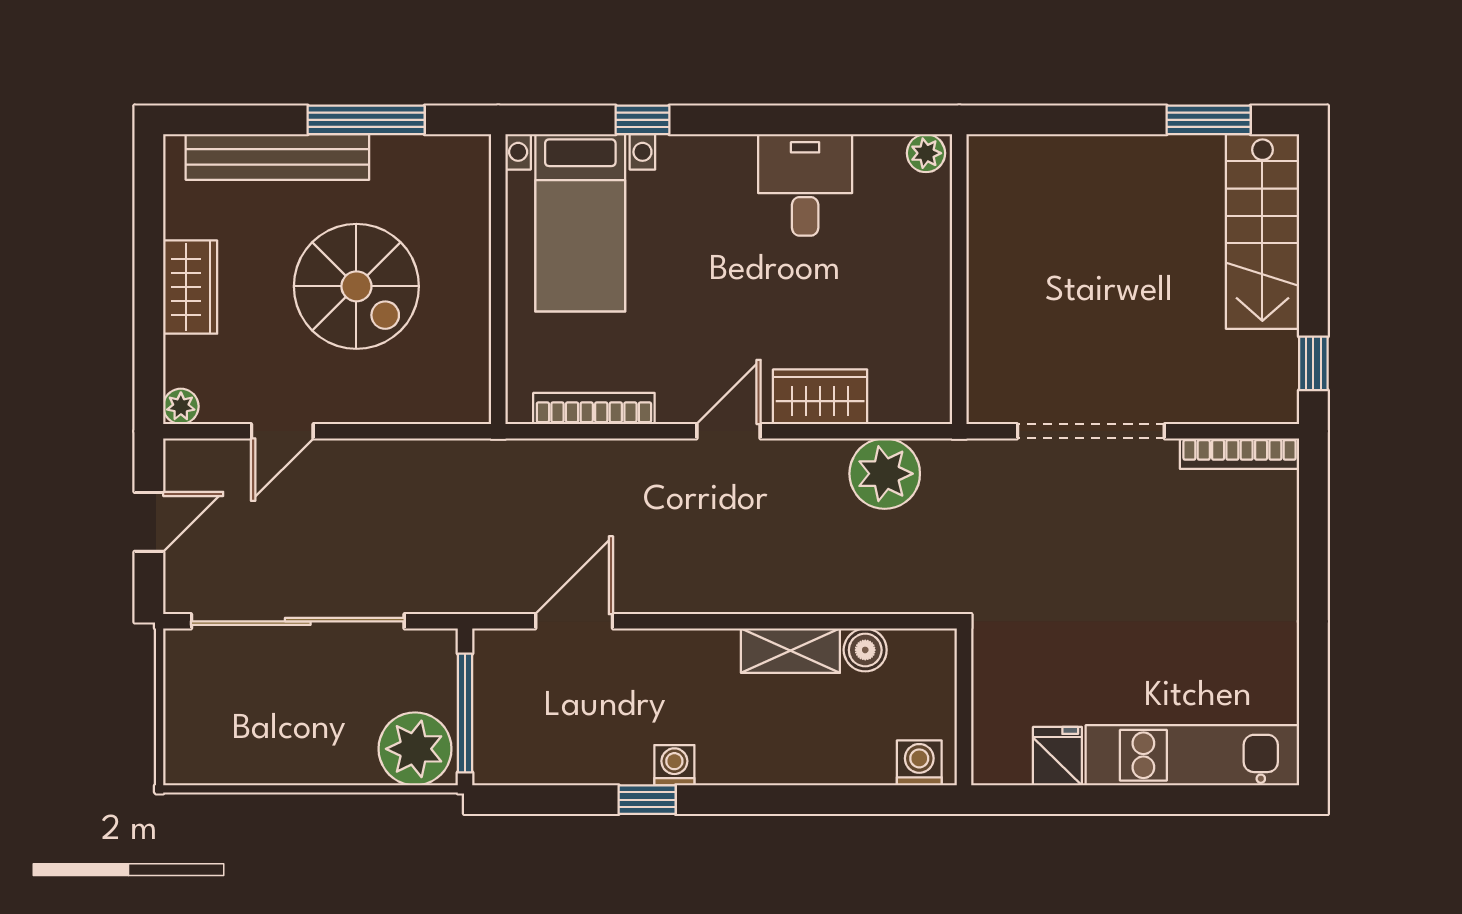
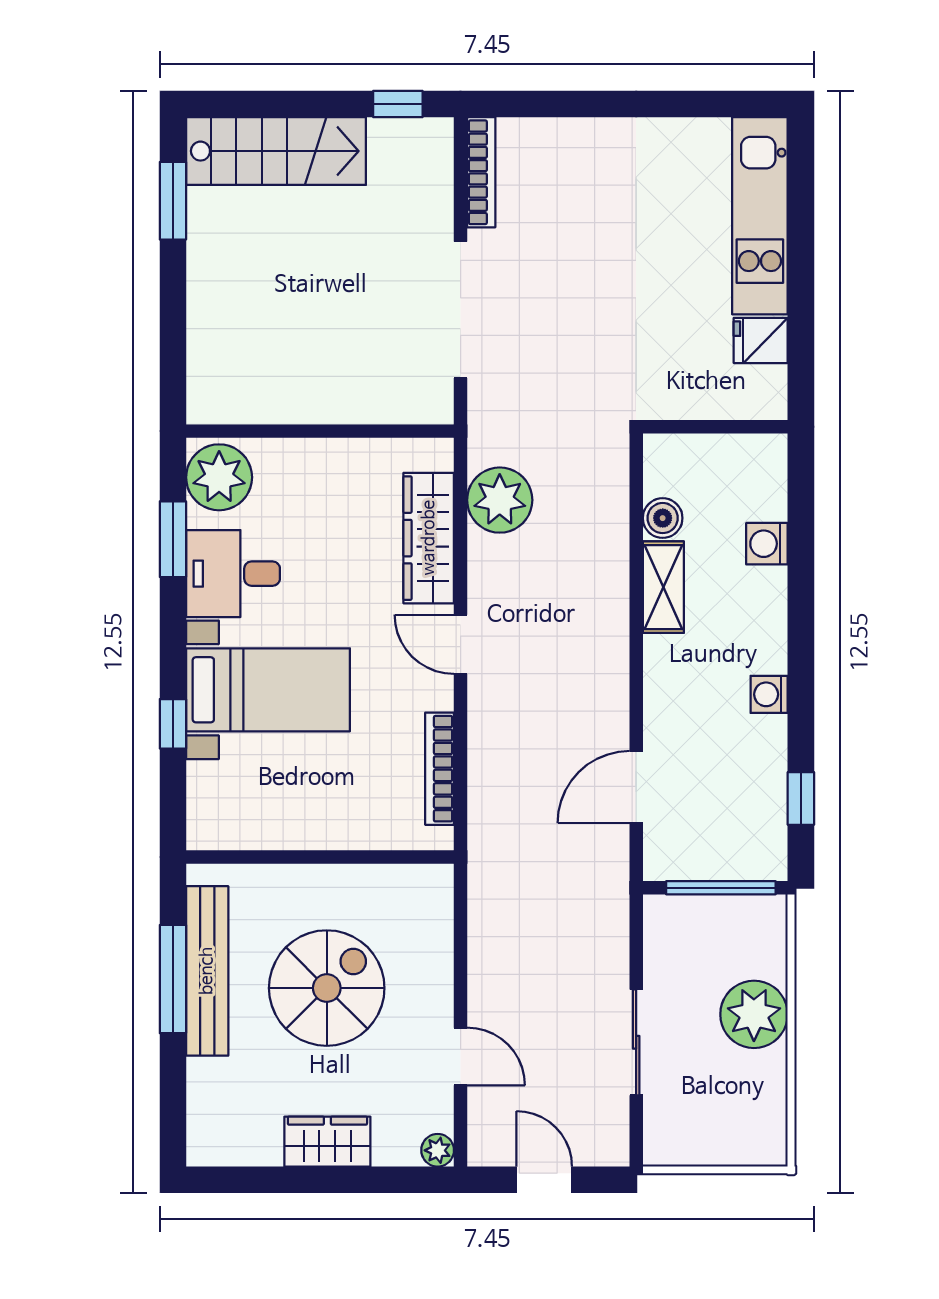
window: (842, 120) -> (173, 539), added
plant: (926, 153) -> (219, 477), width x1.87, depth x1.87
bench: (277, 157) -> (207, 971), moved
bed with nightstands: (580, 223) -> (268, 690), moved
wardrobe: (820, 397) -> (429, 538), width x1.50
sliding door: (298, 621) -> (636, 1042), width x0.54
door: (574, 621) -> (636, 787), hinge flipped
plant: (415, 749) -> (754, 1014), moved
washing machine: (919, 763) -> (767, 544), moved
window: (647, 800) -> (801, 798), moved

